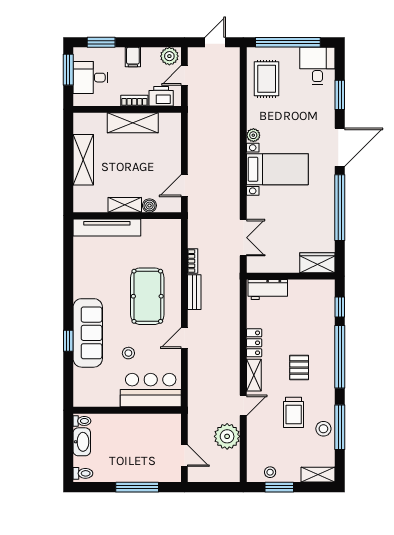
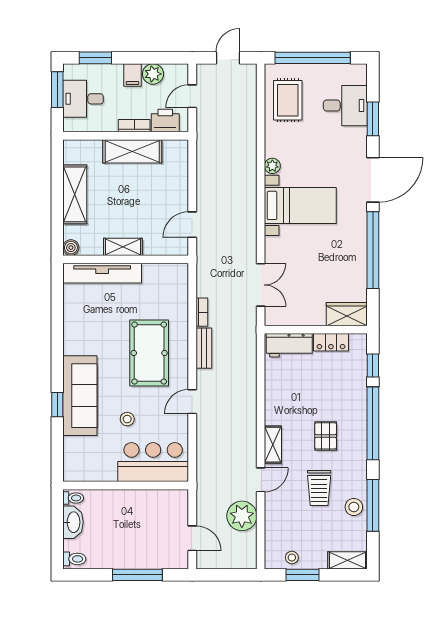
plant: (169, 56) -> (153, 74), moved
desk: (317, 66) -> (345, 106), moved, turned 90
boiler: (149, 206) -> (71, 248), moved
locker: (254, 343) -> (331, 342), moved, turned 90

